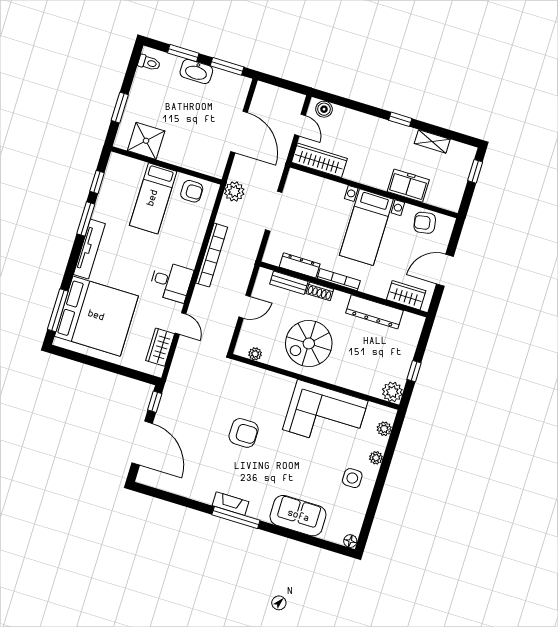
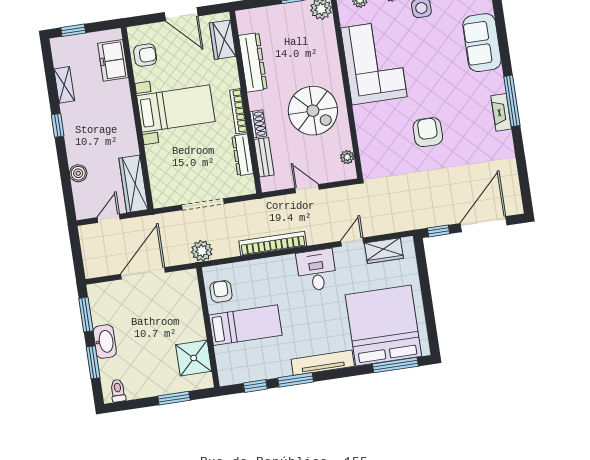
boiler: (324, 109) -> (78, 173), moved
freezer: (408, 186) -> (113, 60), moved
armchair: (425, 223) -> (145, 55), turned -80

